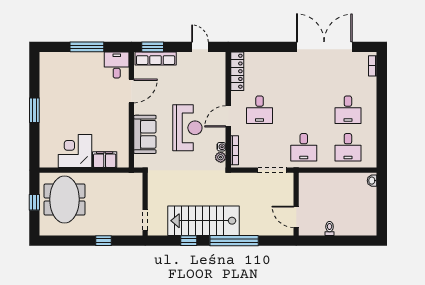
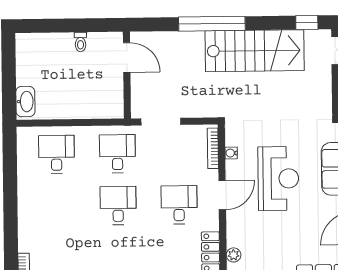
desk: (348, 110) -> (118, 205), moved
reception desk: (187, 128) -> (278, 179), turned 180
plant: (221, 157) -> (234, 255), moved
washbasin: (372, 181) -> (25, 102), width x1.91, depth x1.45
window: (189, 241) -> (307, 23), moved

